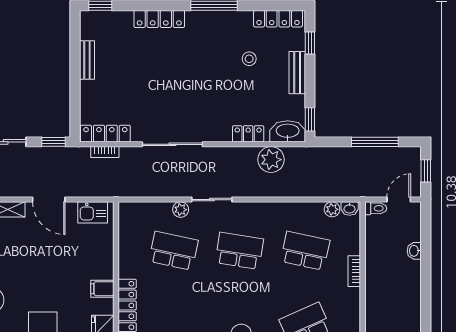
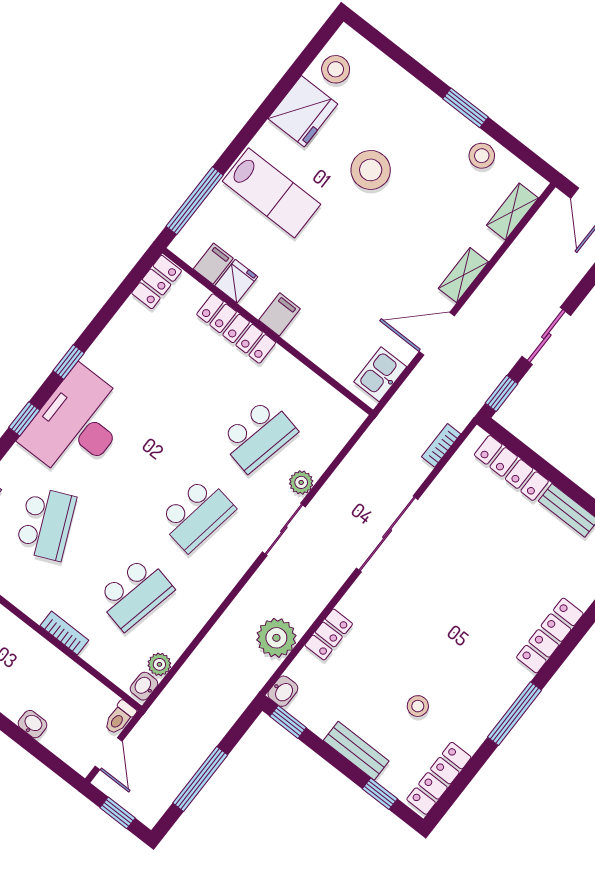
washbasin: (288, 131) -> (283, 691), width x0.52, depth x0.69
locker: (105, 134) -> (511, 468), moved, turned 90

